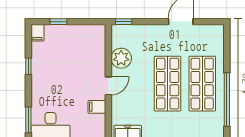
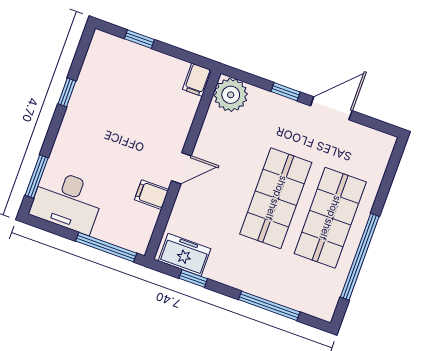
window: (124, 22) -> (286, 92), moved
filing cabinet: (37, 33) -> (197, 80), moved
plant: (121, 58) -> (231, 95), moved

